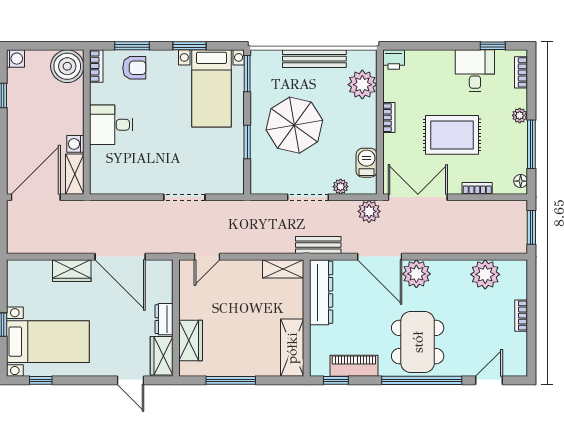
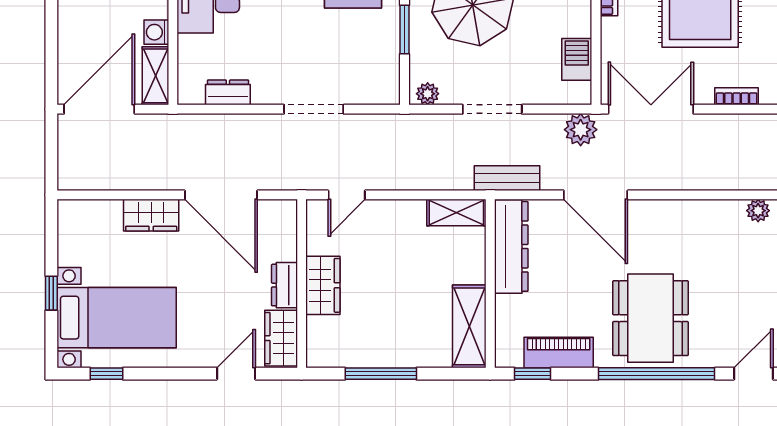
dresser: (125, 186) -> (228, 92), added
plant: (341, 187) -> (428, 94), moved
plant: (416, 274) -> (649, 220), removed
plant: (485, 274) -> (758, 211), width x0.53, depth x0.53
wardrobe: (191, 340) -> (323, 285), moved
door: (131, 380) -> (236, 374), swing flipped

